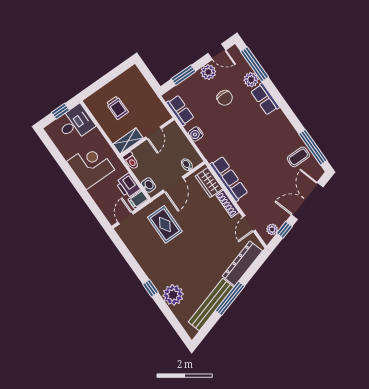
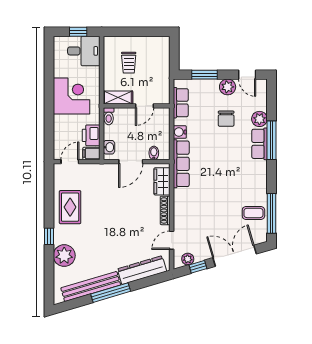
window: (254, 64) -> (272, 140), moved
row of seats: (229, 179) -> (181, 164), moved
rug: (165, 224) -> (70, 207), moved

